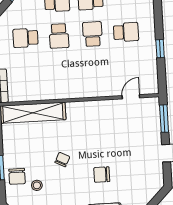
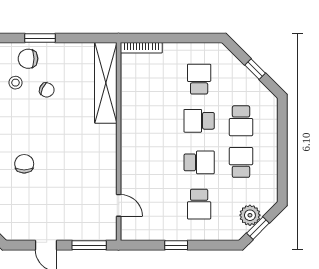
chair: (62, 159) -> (47, 90), moved

